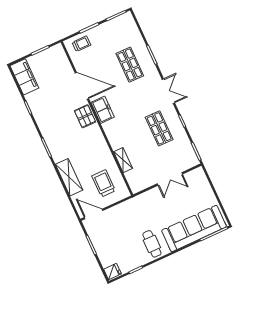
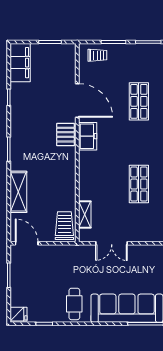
shelving: (123, 160) -> (85, 214), moved
double door: (170, 179) -> (112, 243), moved
trolley: (104, 183) -> (64, 226), moved

